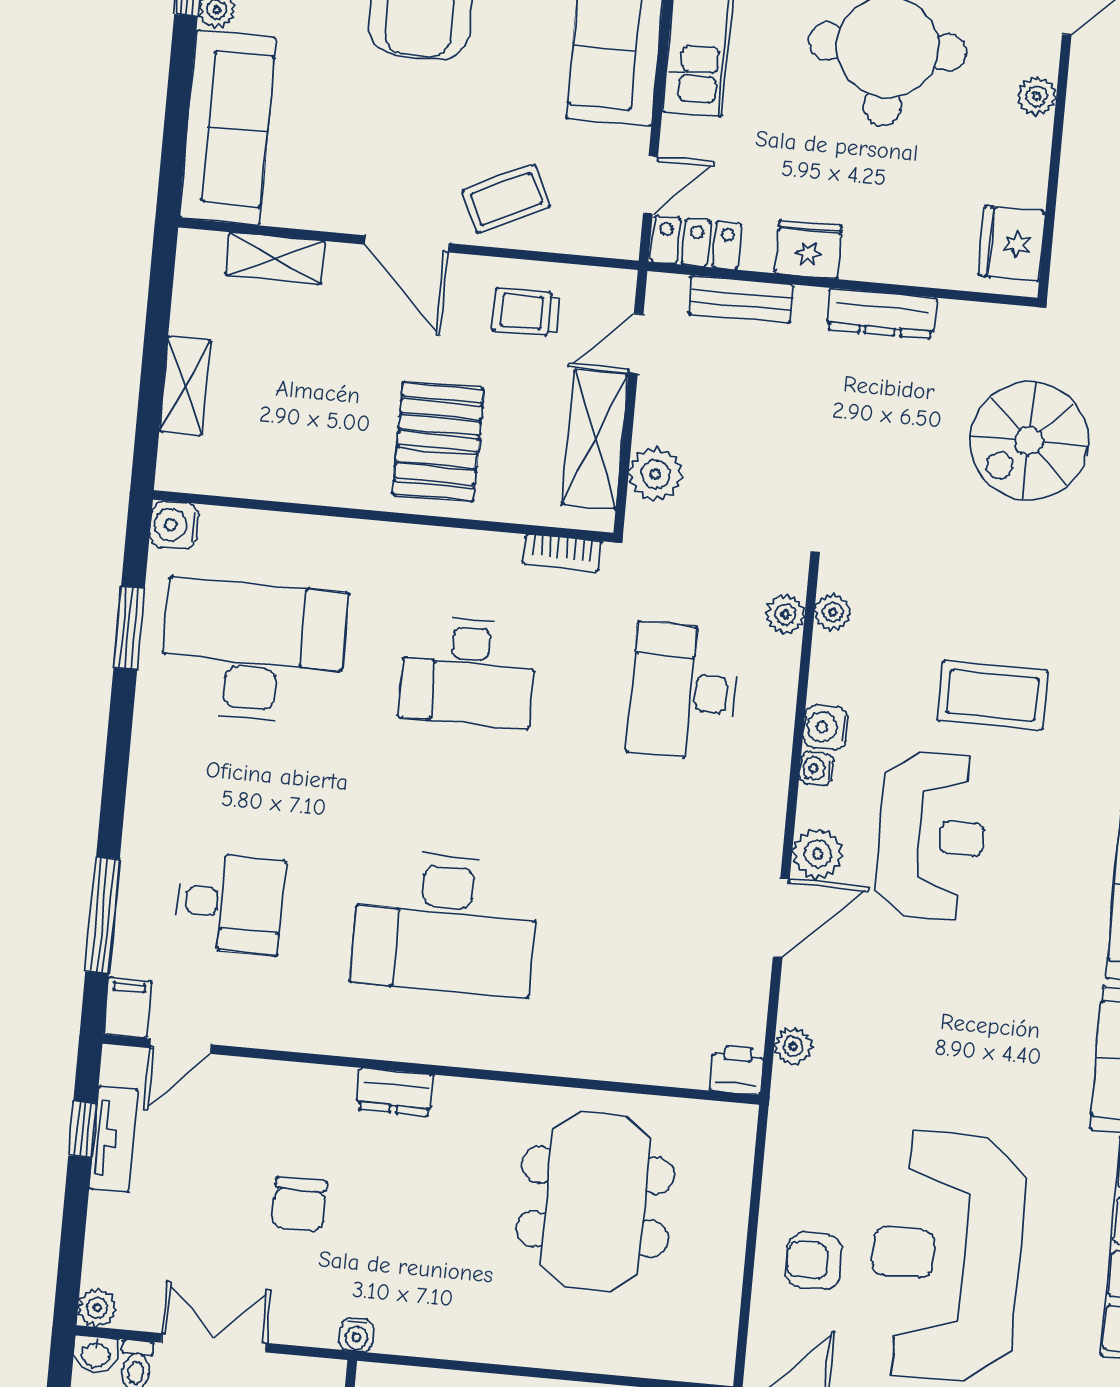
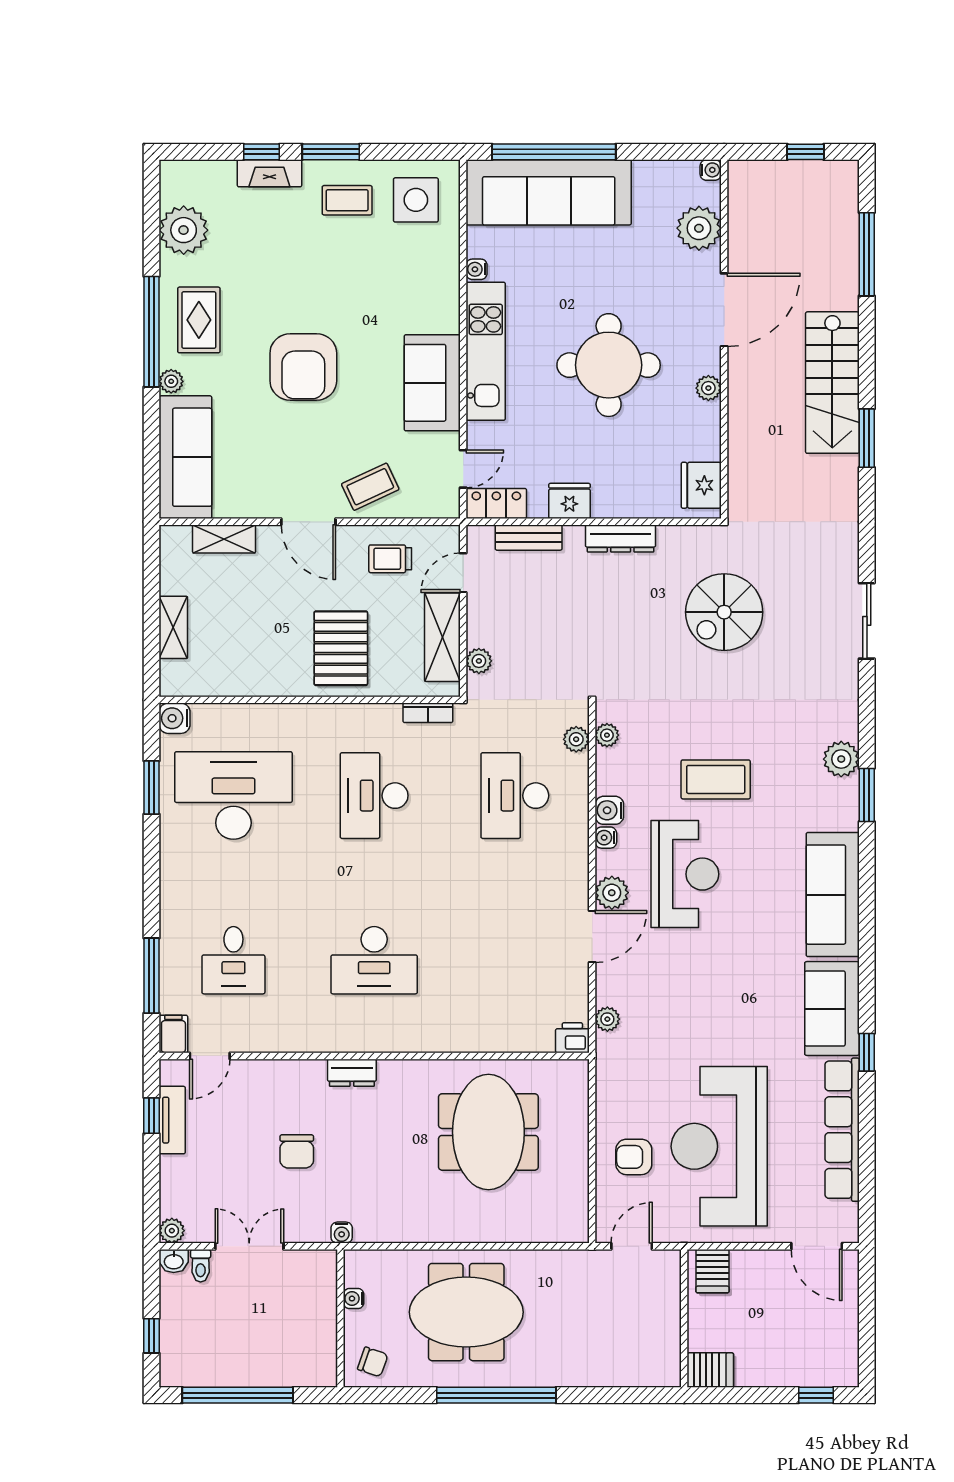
plant: (655, 474) -> (479, 661), width x0.73, depth x0.73
desk: (468, 672) -> (374, 796), turned 90
desk: (230, 903) -> (233, 960), turned 90
desk: (445, 923) -> (374, 960), width x0.73, depth x0.77

